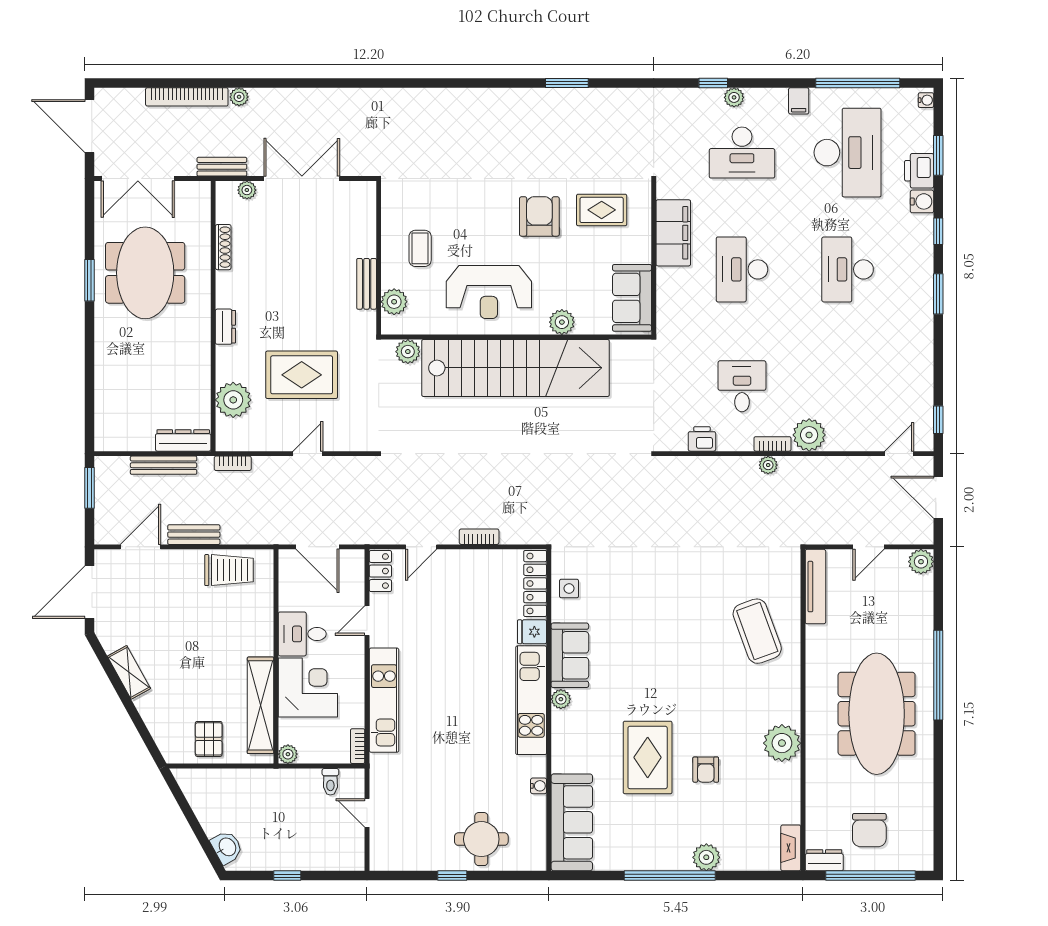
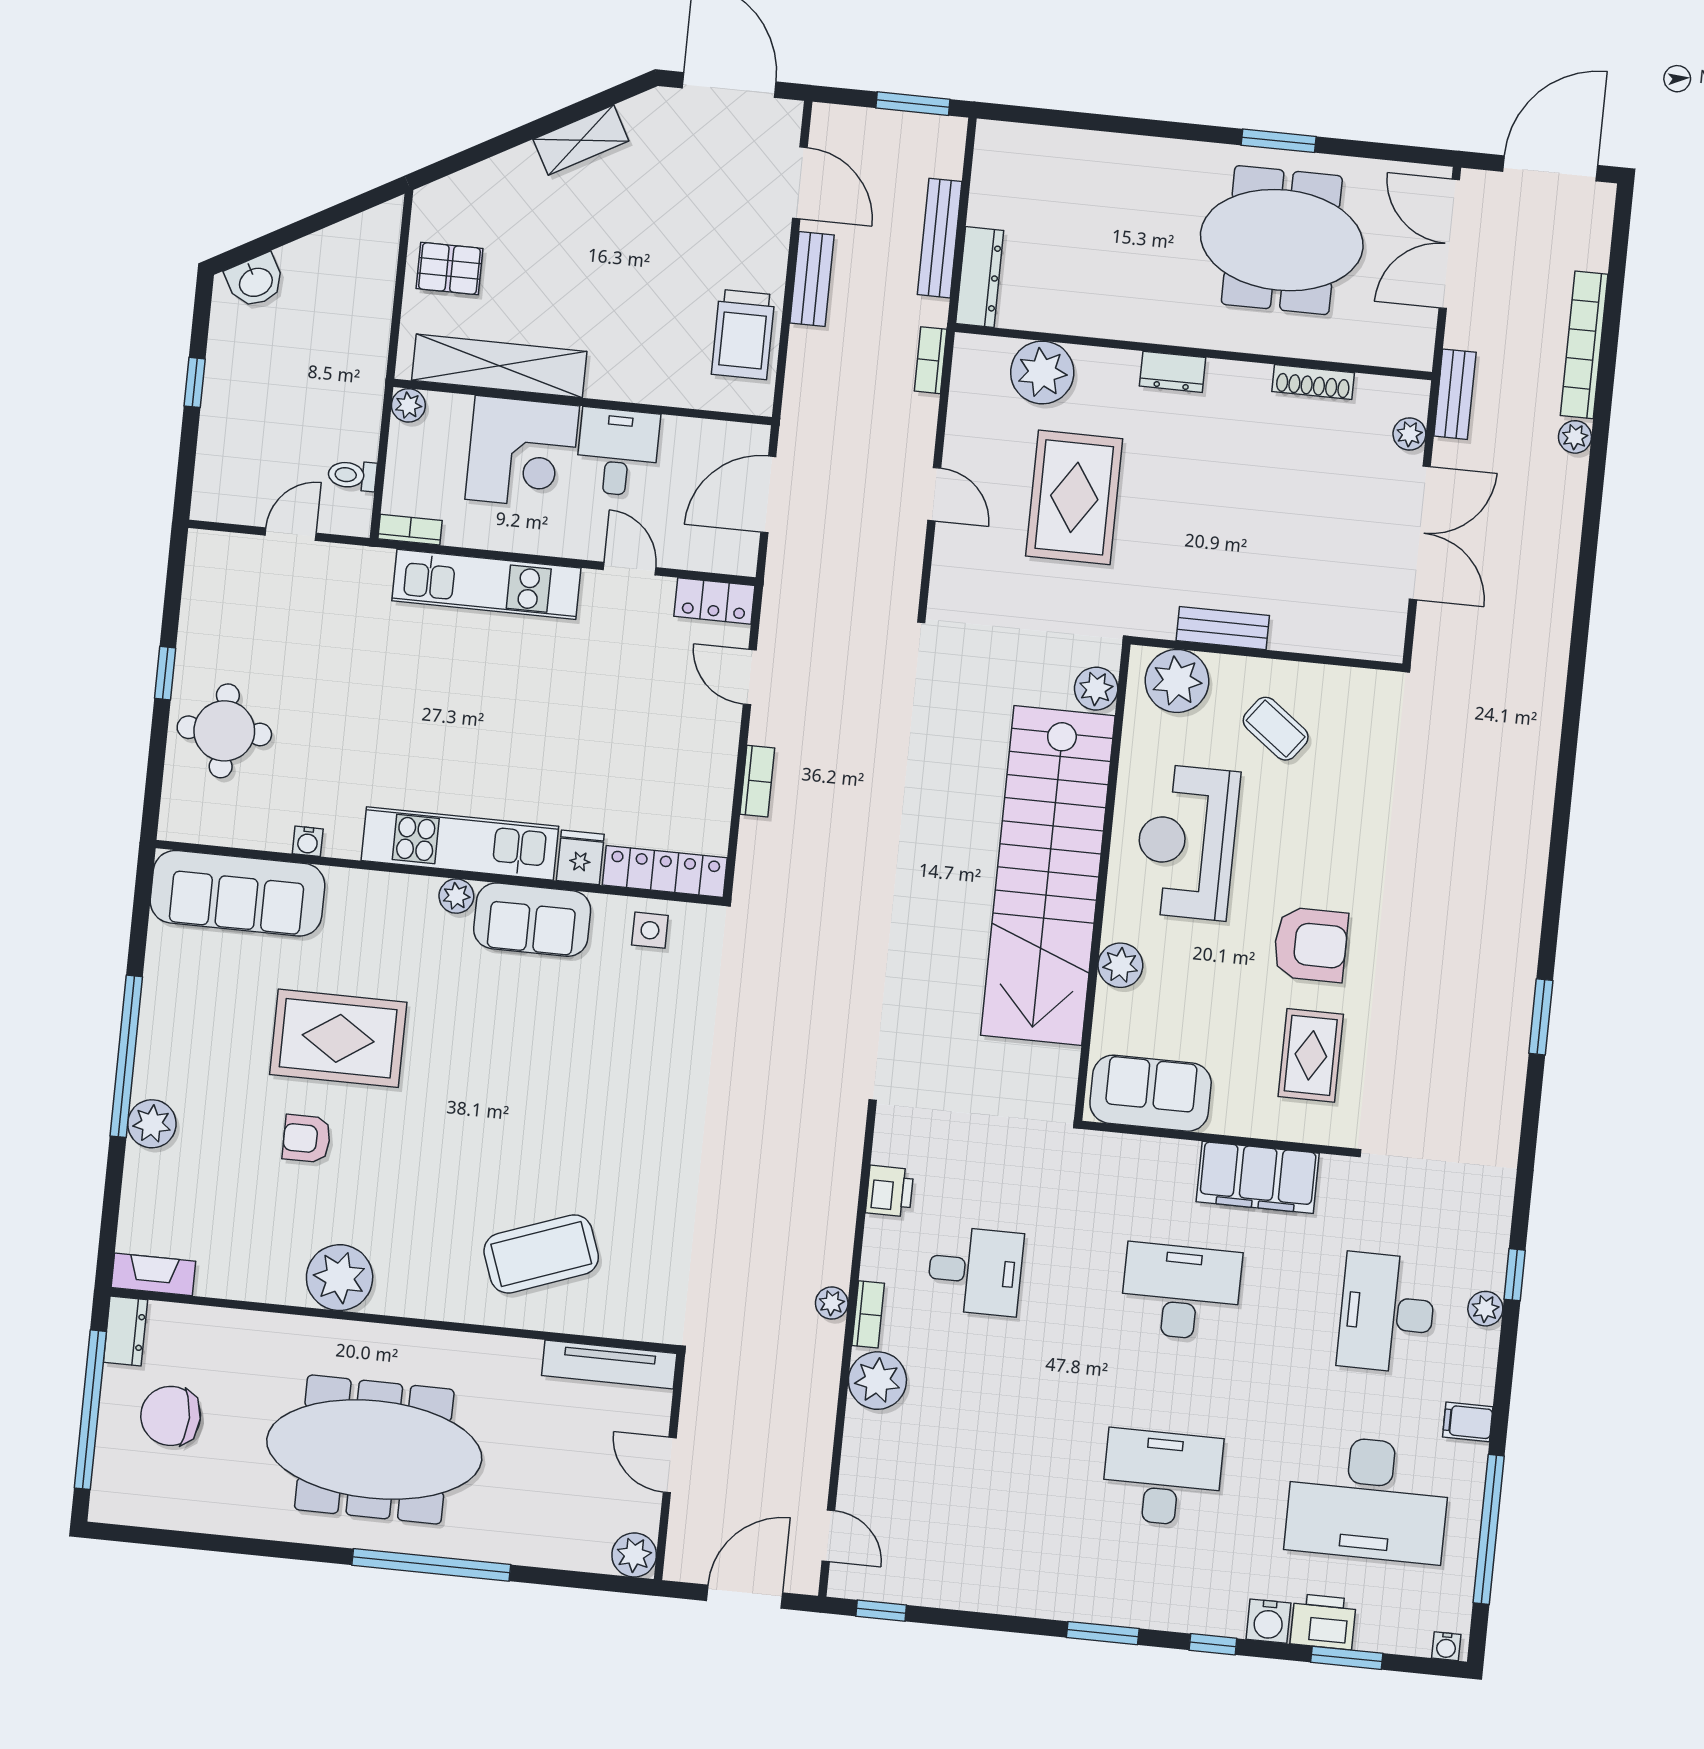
coffee table: (420, 248) -> (1276, 729), turned 37
plant: (394, 302) -> (1177, 681), width x1.36, depth x1.36

